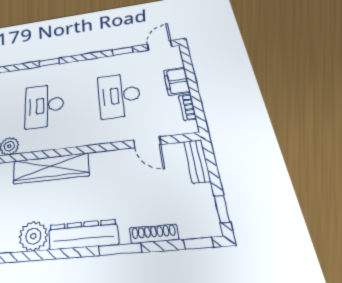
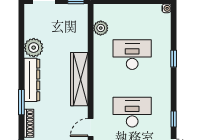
wardrobe: (51, 168) -> (79, 79), moved

